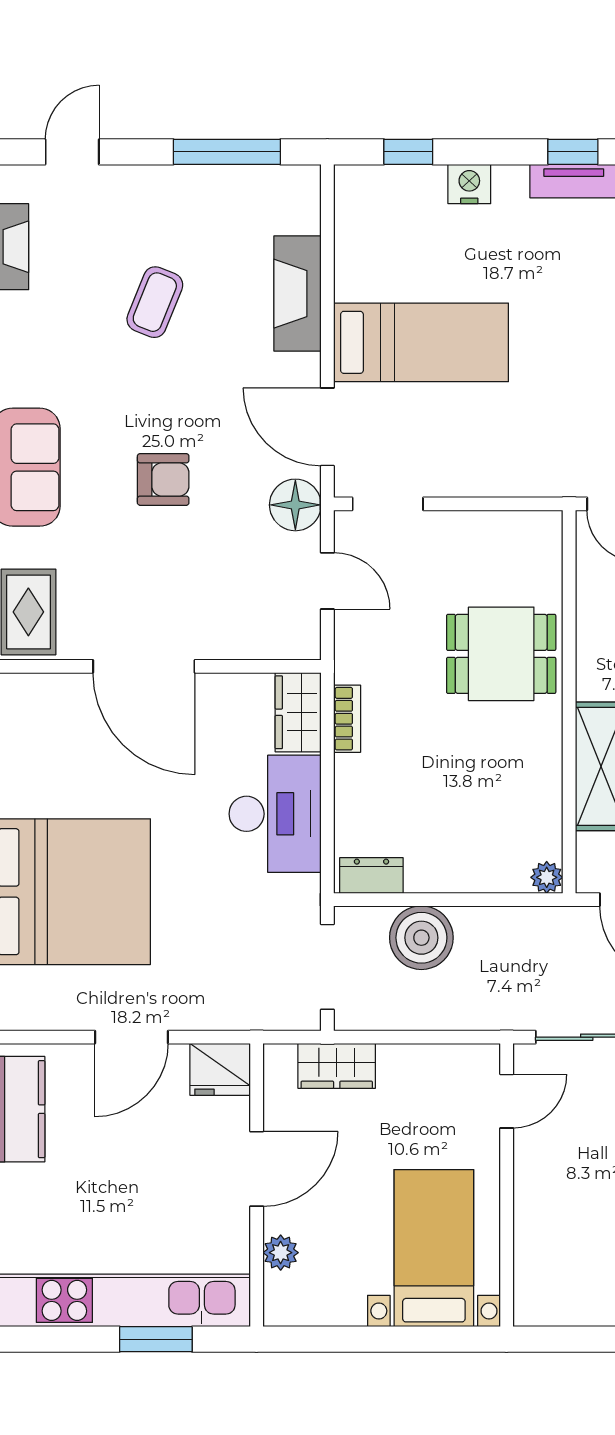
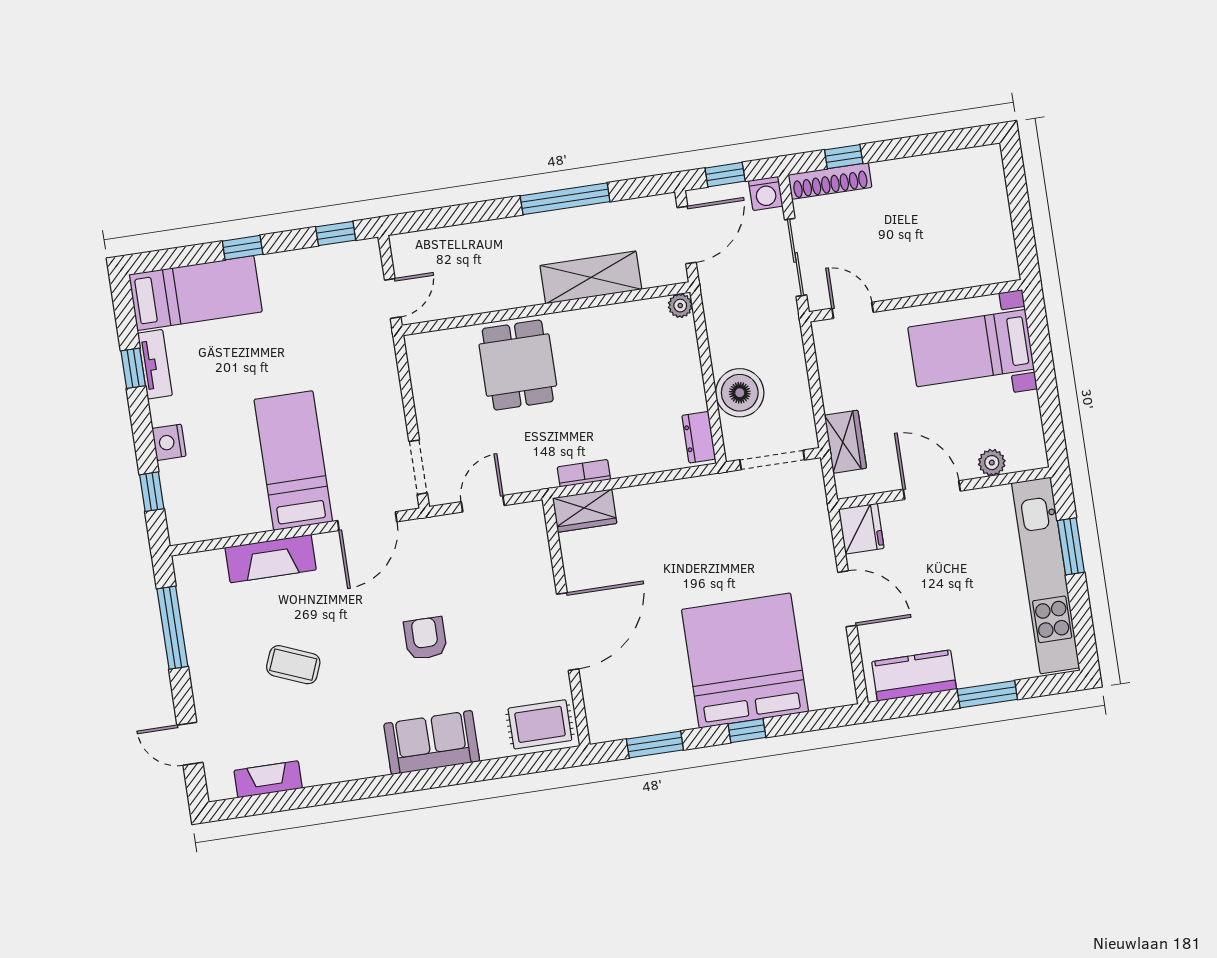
floor lamp: (295, 505) -> (429, 536), removed
desk: (275, 814) -> (663, 516), removed

